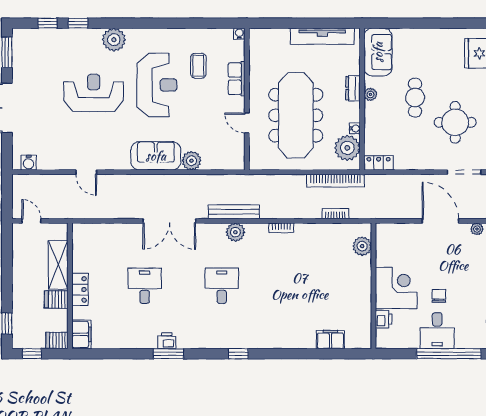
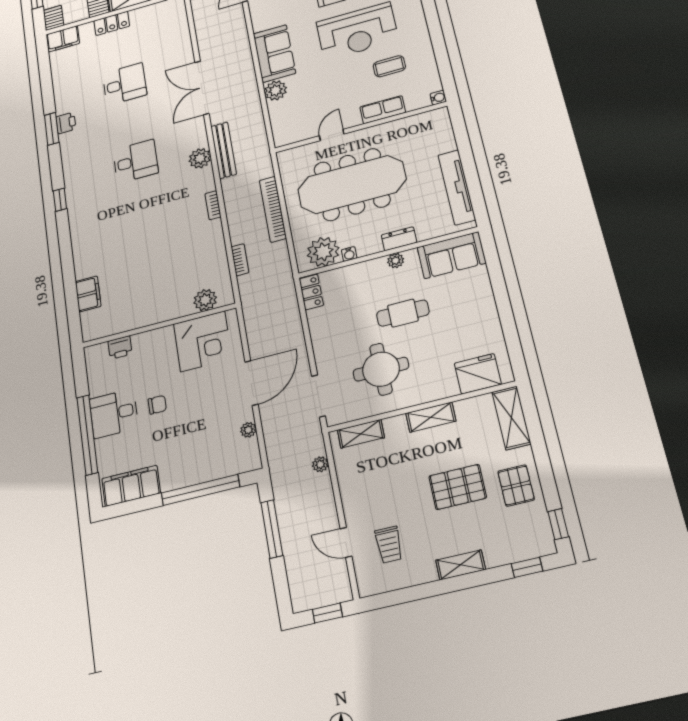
bookcase: (335, 181) -> (273, 209), moved
corner desk: (396, 288) -> (203, 341), moved

